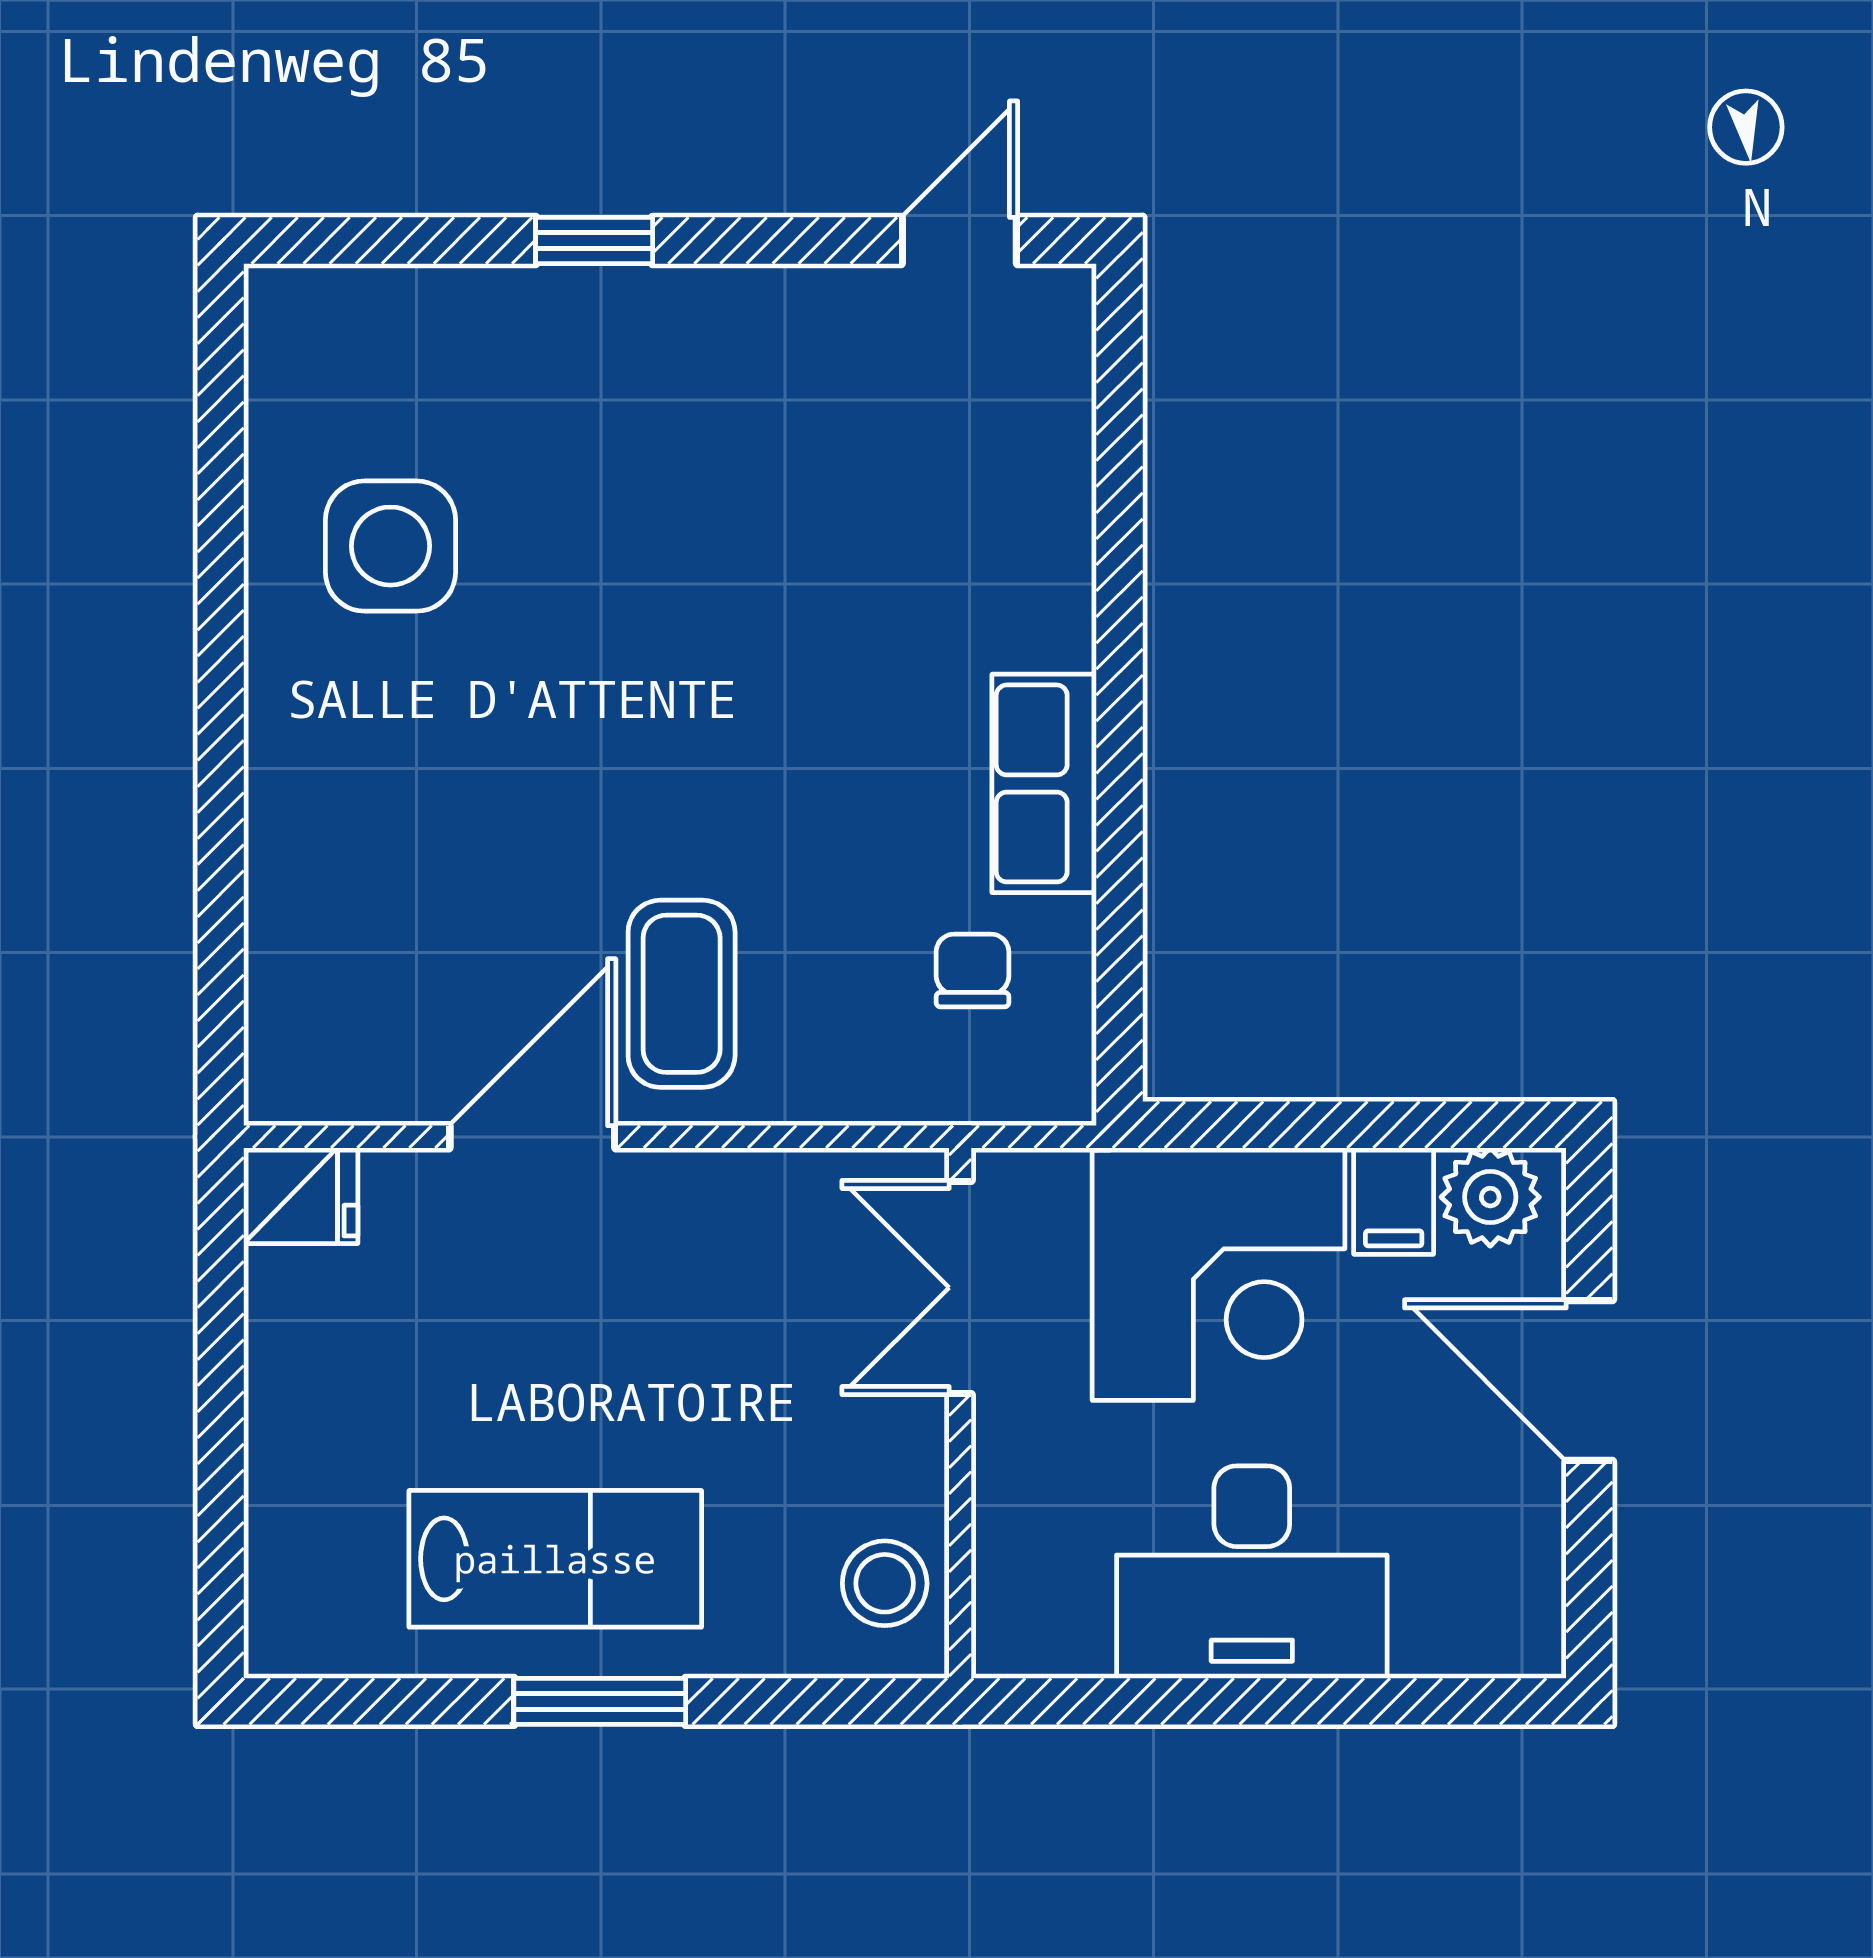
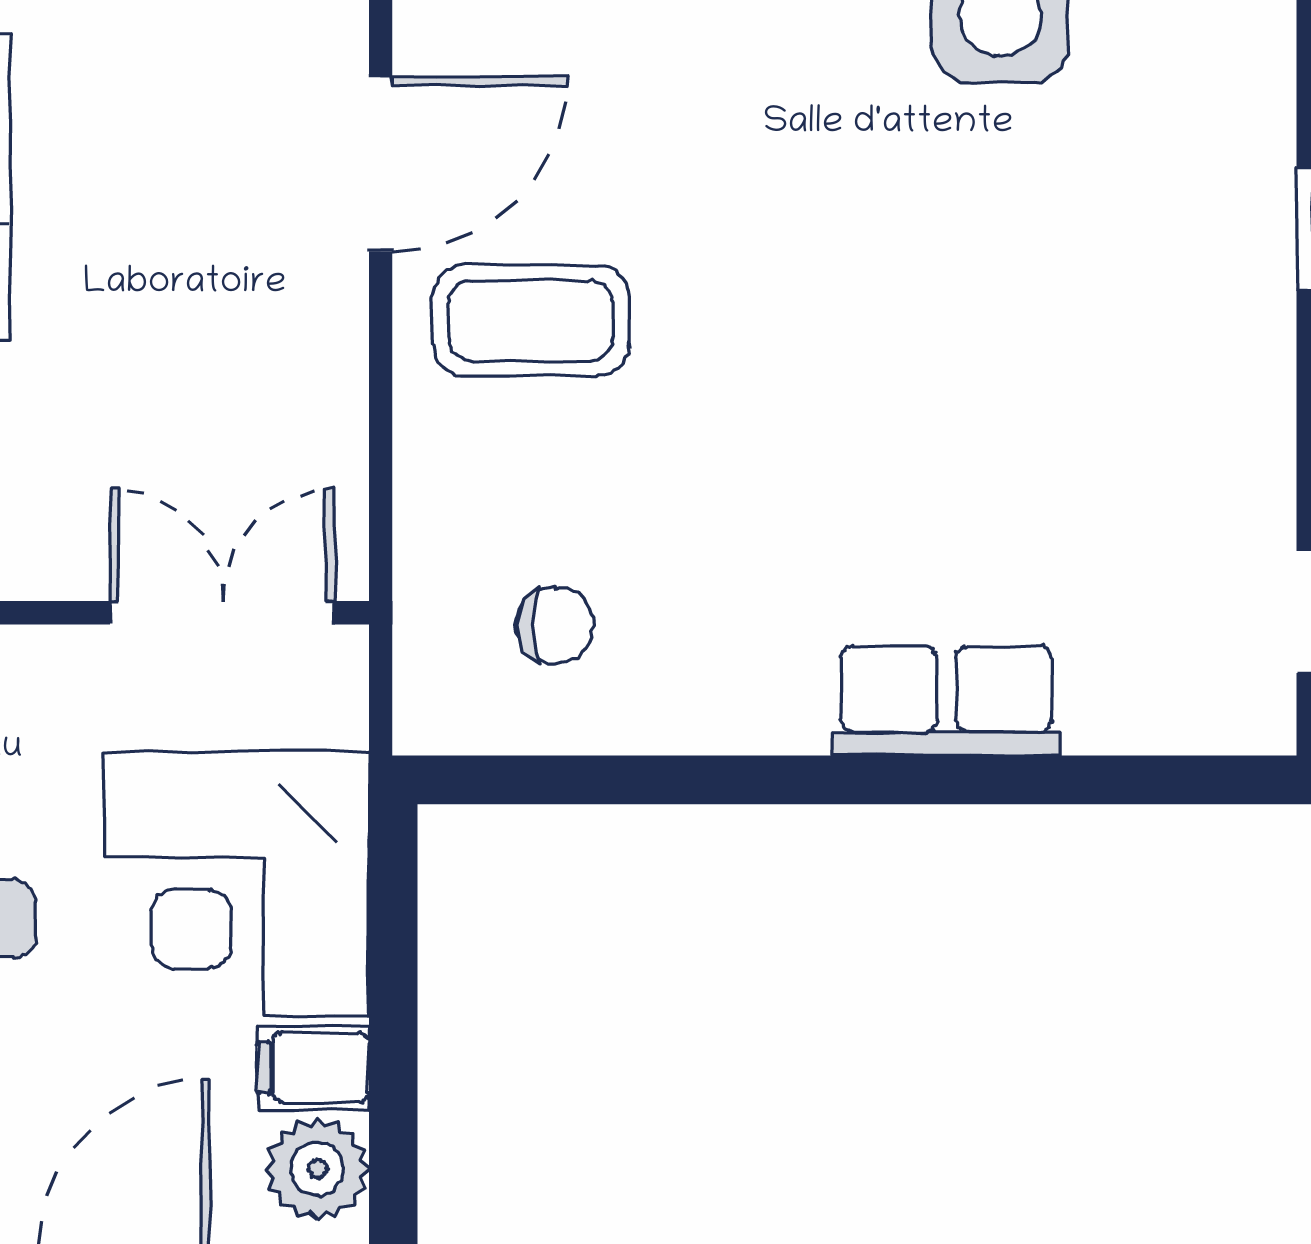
row of seats: (1044, 783) -> (946, 701), moved
door: (532, 1137) -> (381, 164), hinge flipped

